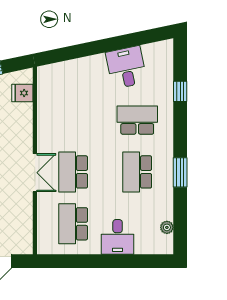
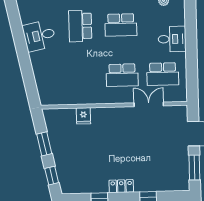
fridge: (22, 93) -> (83, 116), moved
double door: (35, 173) -> (149, 104), moved

